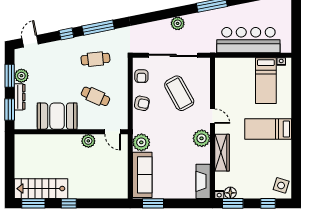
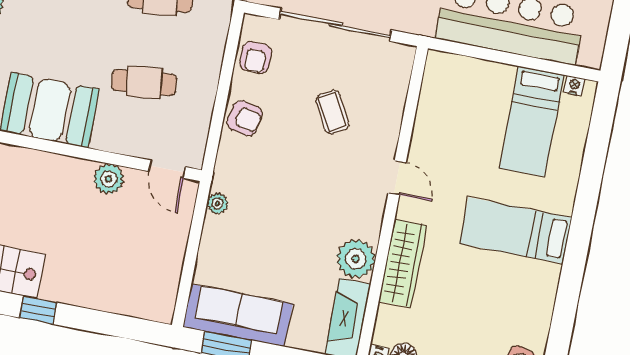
coffee table: (179, 93) -> (333, 112), width x0.54, depth x0.58
cafe table: (95, 96) -> (144, 82), turned -30
plant: (202, 138) -> (356, 259), moved
plant: (141, 142) -> (217, 204), width x0.53, depth x0.53
sofa: (142, 175) -> (238, 315), moved, turned -90

